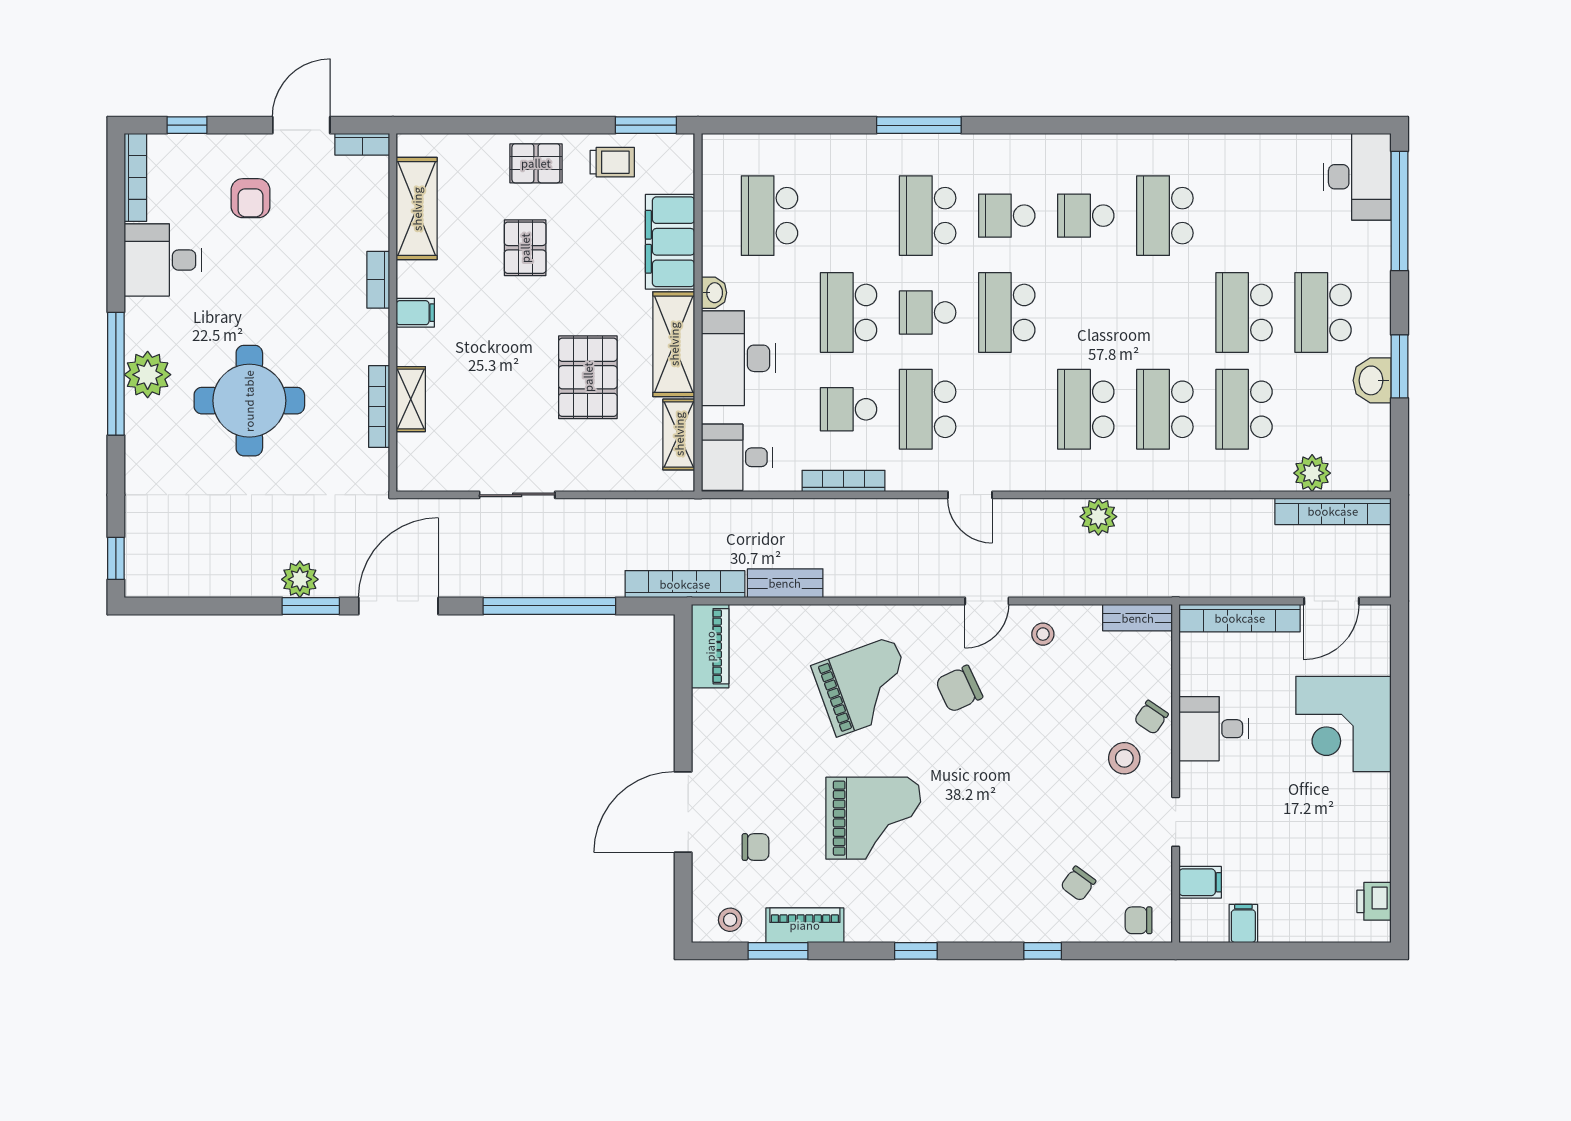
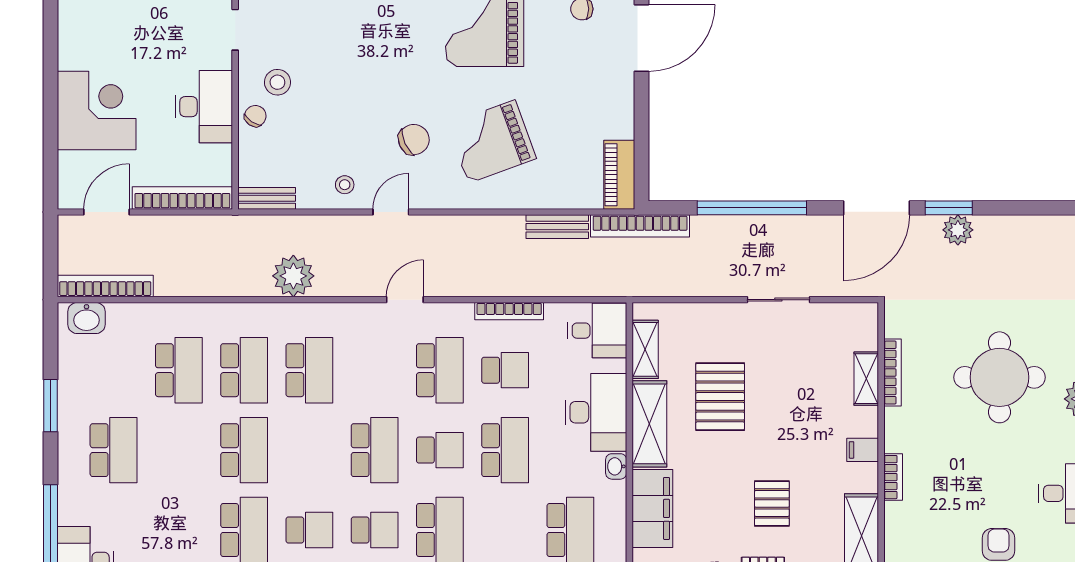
school desk: (1244, 312) -> (244, 450), moved
washbasin: (1372, 380) -> (87, 318), moved, turned 90
plant: (1312, 473) -> (123, 318), removed
door: (970, 495) -> (405, 300), hinge flipped
plant: (1098, 517) -> (293, 276), width x1.36, depth x1.36
desk: (1213, 729) -> (204, 107), width x1.37

